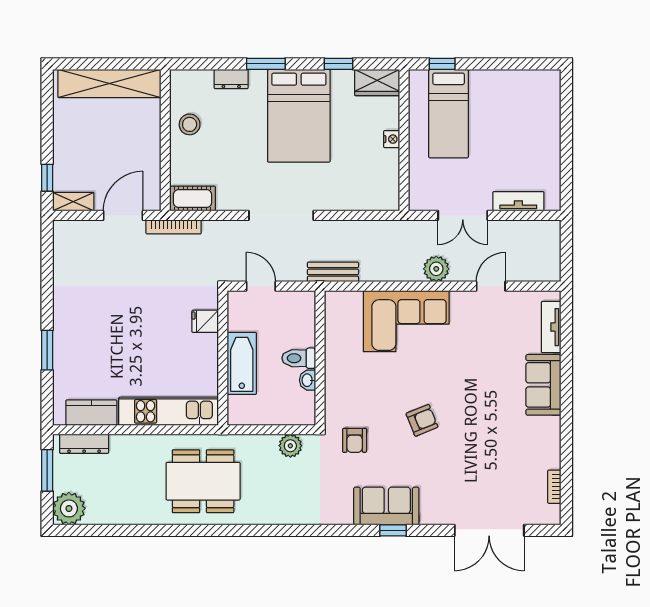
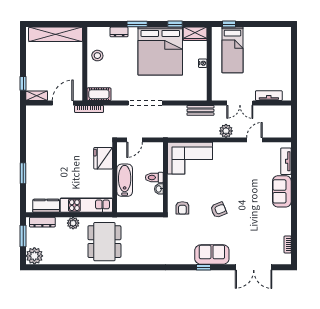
bed: (299, 116) -> (160, 51), width x1.36
bench: (333, 272) -> (200, 110), moved
door: (261, 286) -> (135, 140), swing flipped
fridge: (205, 321) -> (103, 158), width x1.88, depth x1.34
corner sofa: (406, 321) -> (190, 158), moved
armchair: (355, 440) -> (182, 208), moved
plant: (290, 446) -> (73, 223), moved
dining table: (203, 481) -> (104, 242), turned 90
sofa: (386, 506) -> (212, 255), moved

